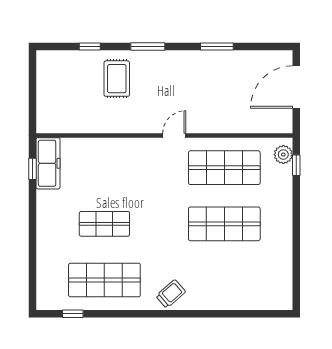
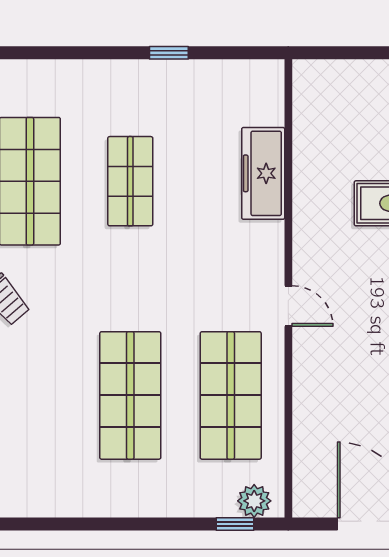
freezer: (48, 163) -> (263, 173), moved, turned 90
window: (33, 169) -> (169, 53), moved

